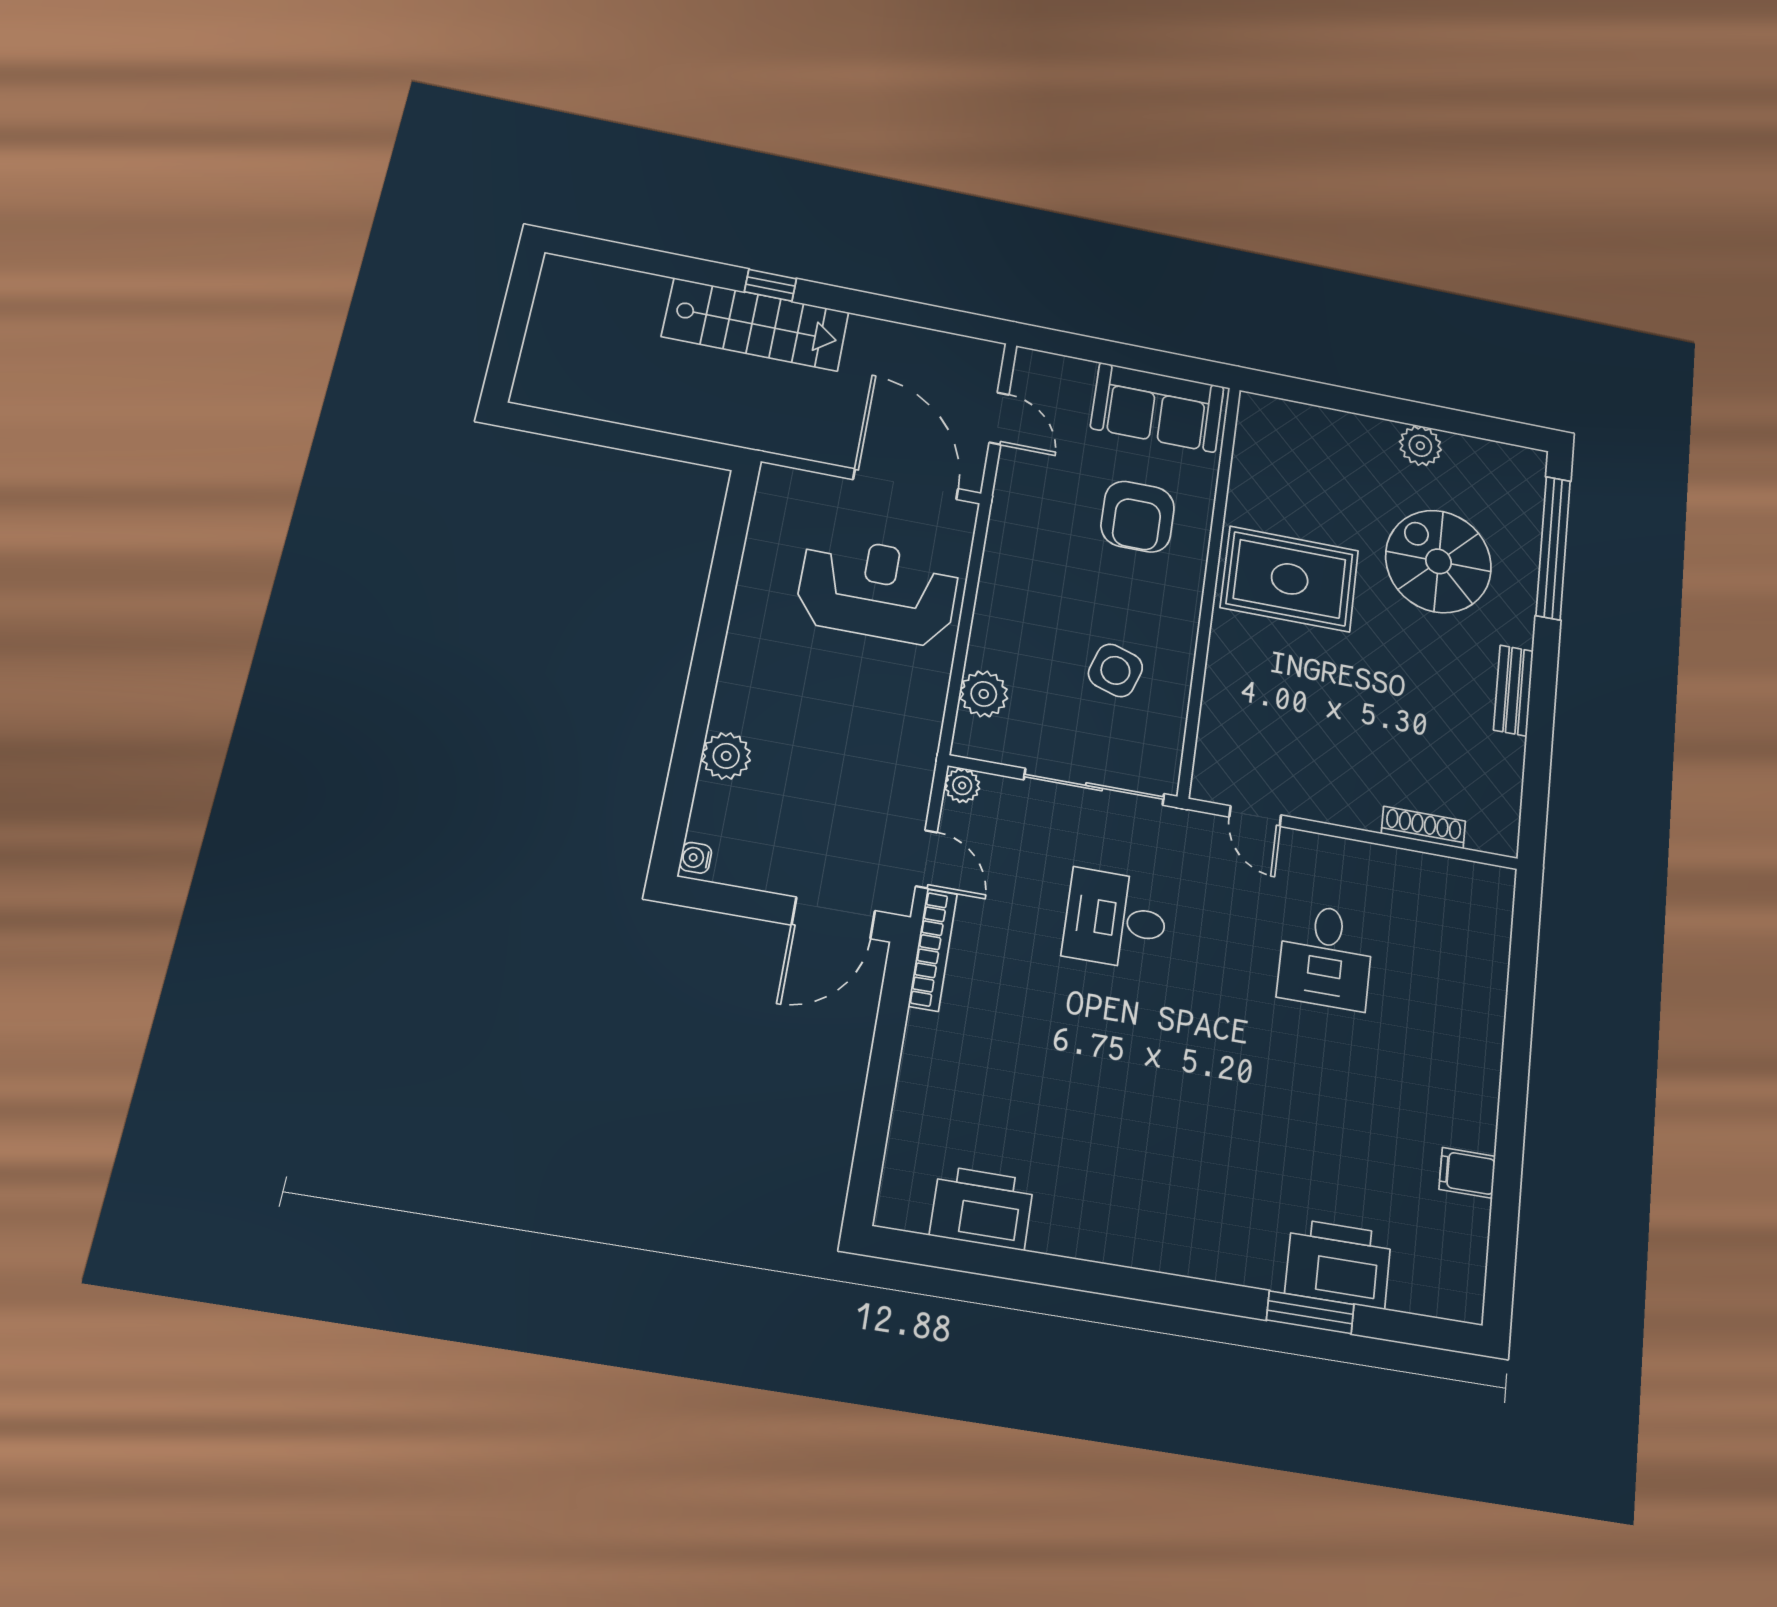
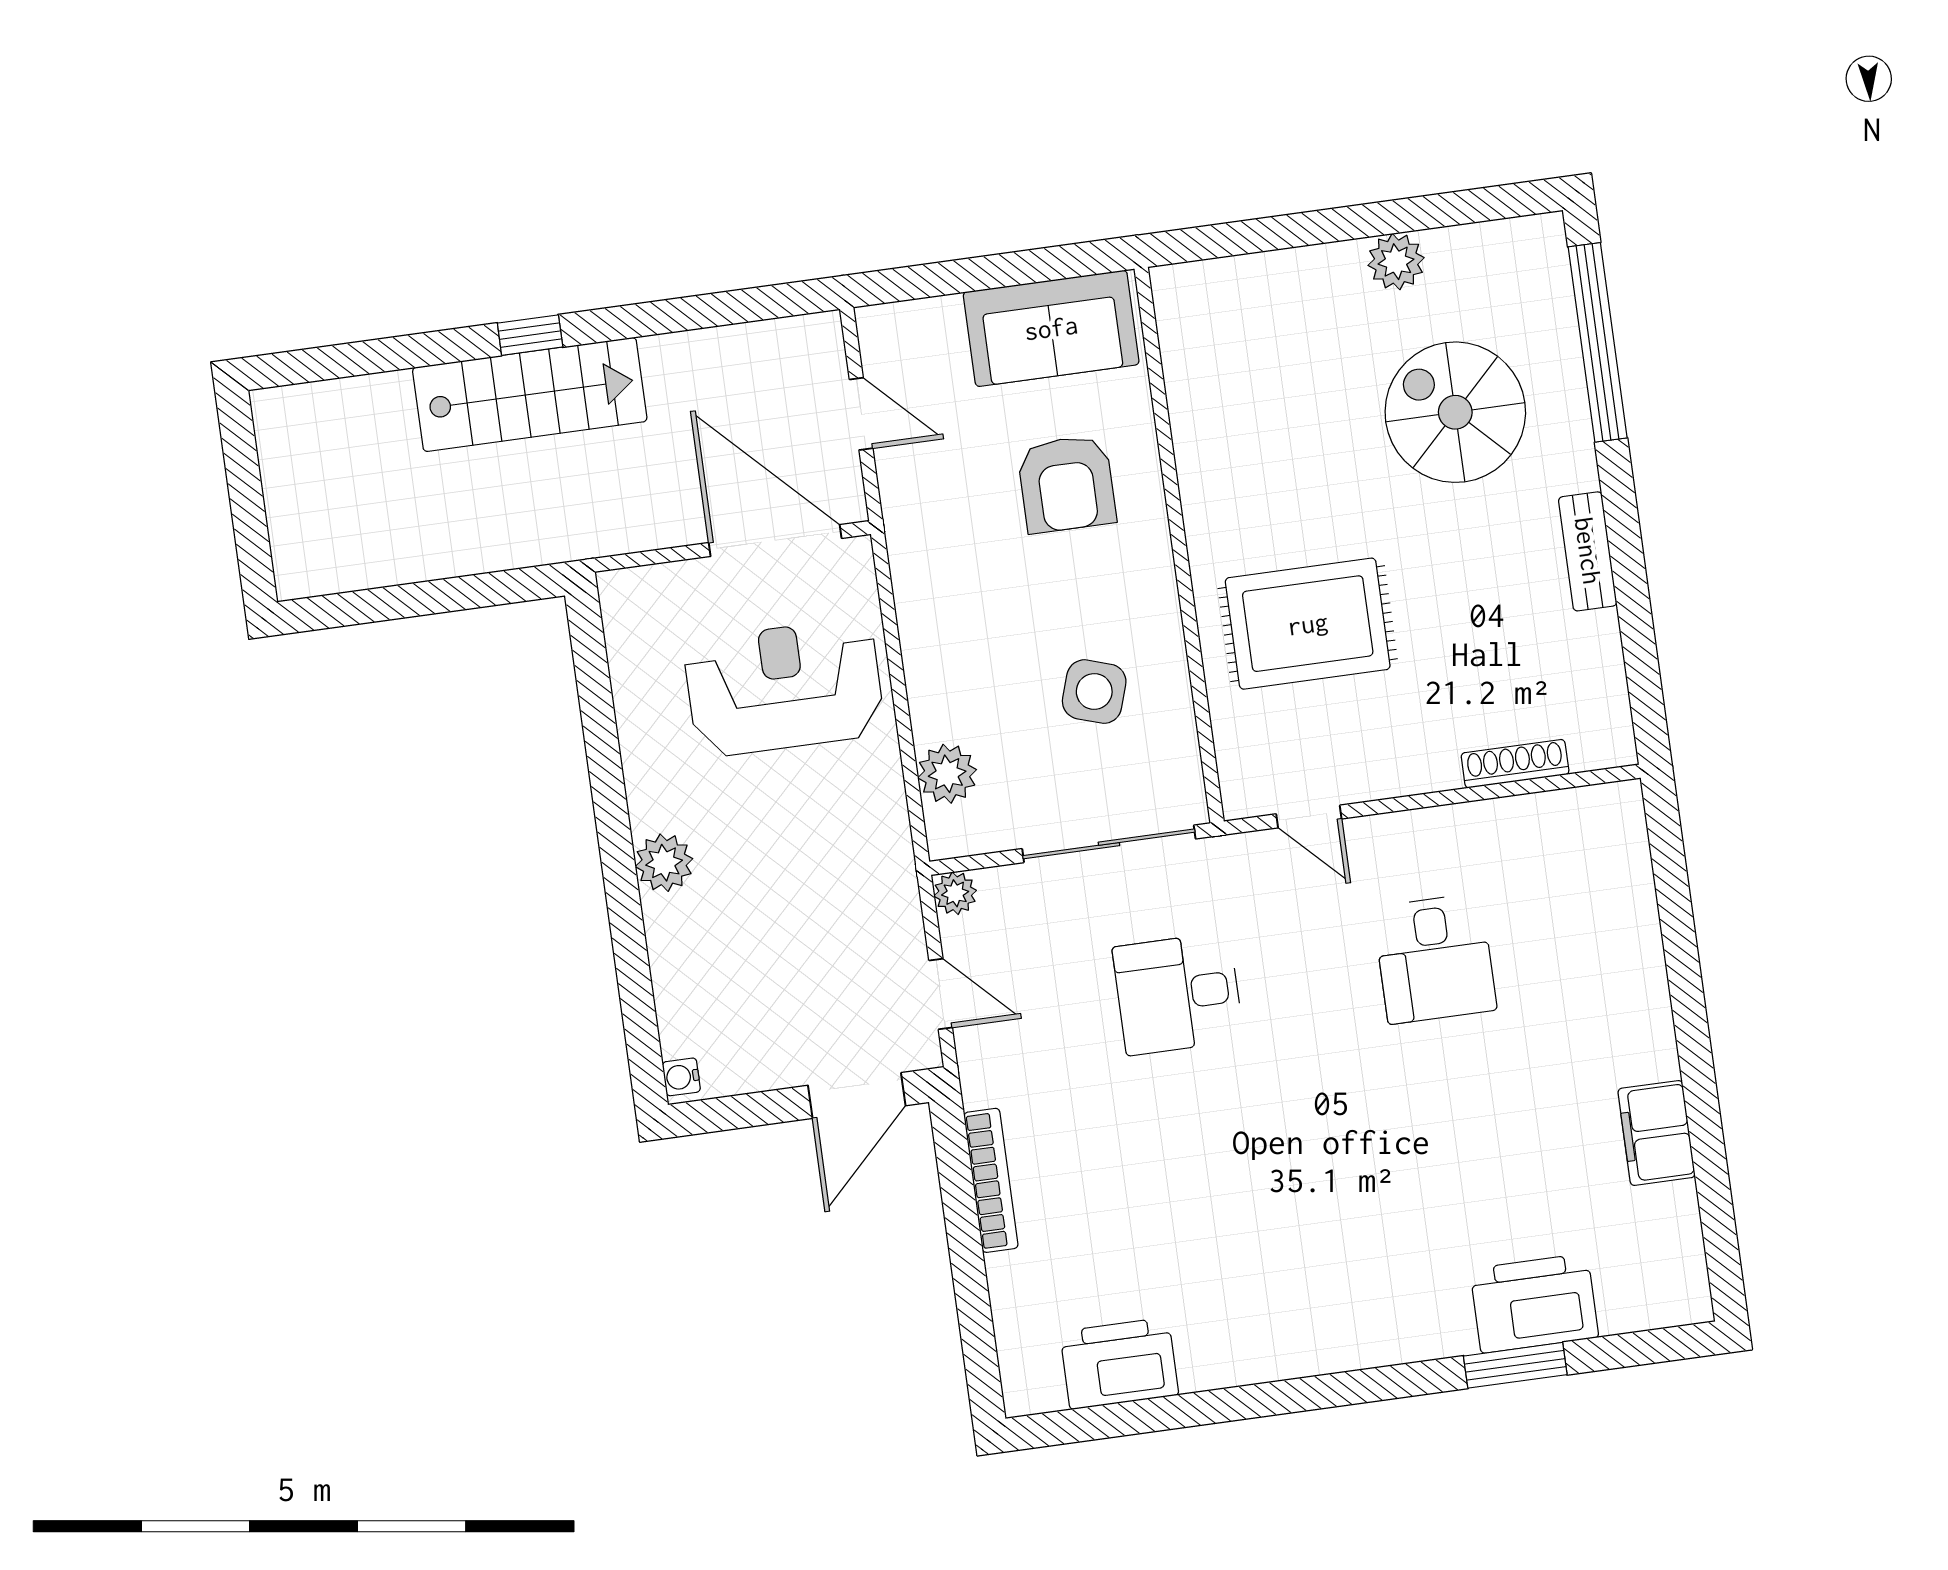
rug: (1290, 579) -> (1308, 624), moved
plant: (726, 756) -> (664, 863), moved
bookcase: (933, 950) -> (991, 1180), moved
filing cabinet: (1467, 1173) -> (1657, 1133), width x2.00

